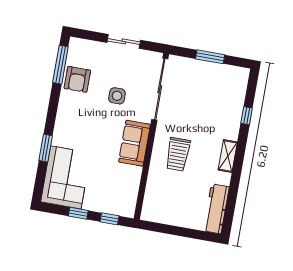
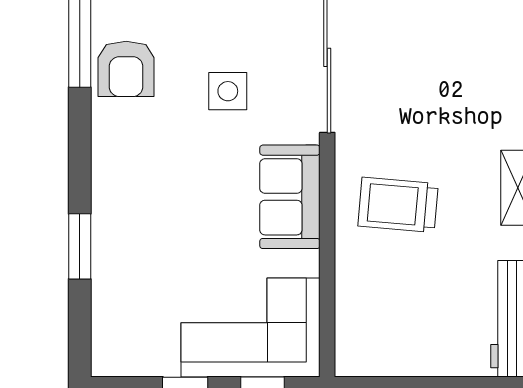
trolley: (178, 154) -> (398, 205), turned 95
corner sofa: (66, 177) -> (250, 328), moved, turned -90

